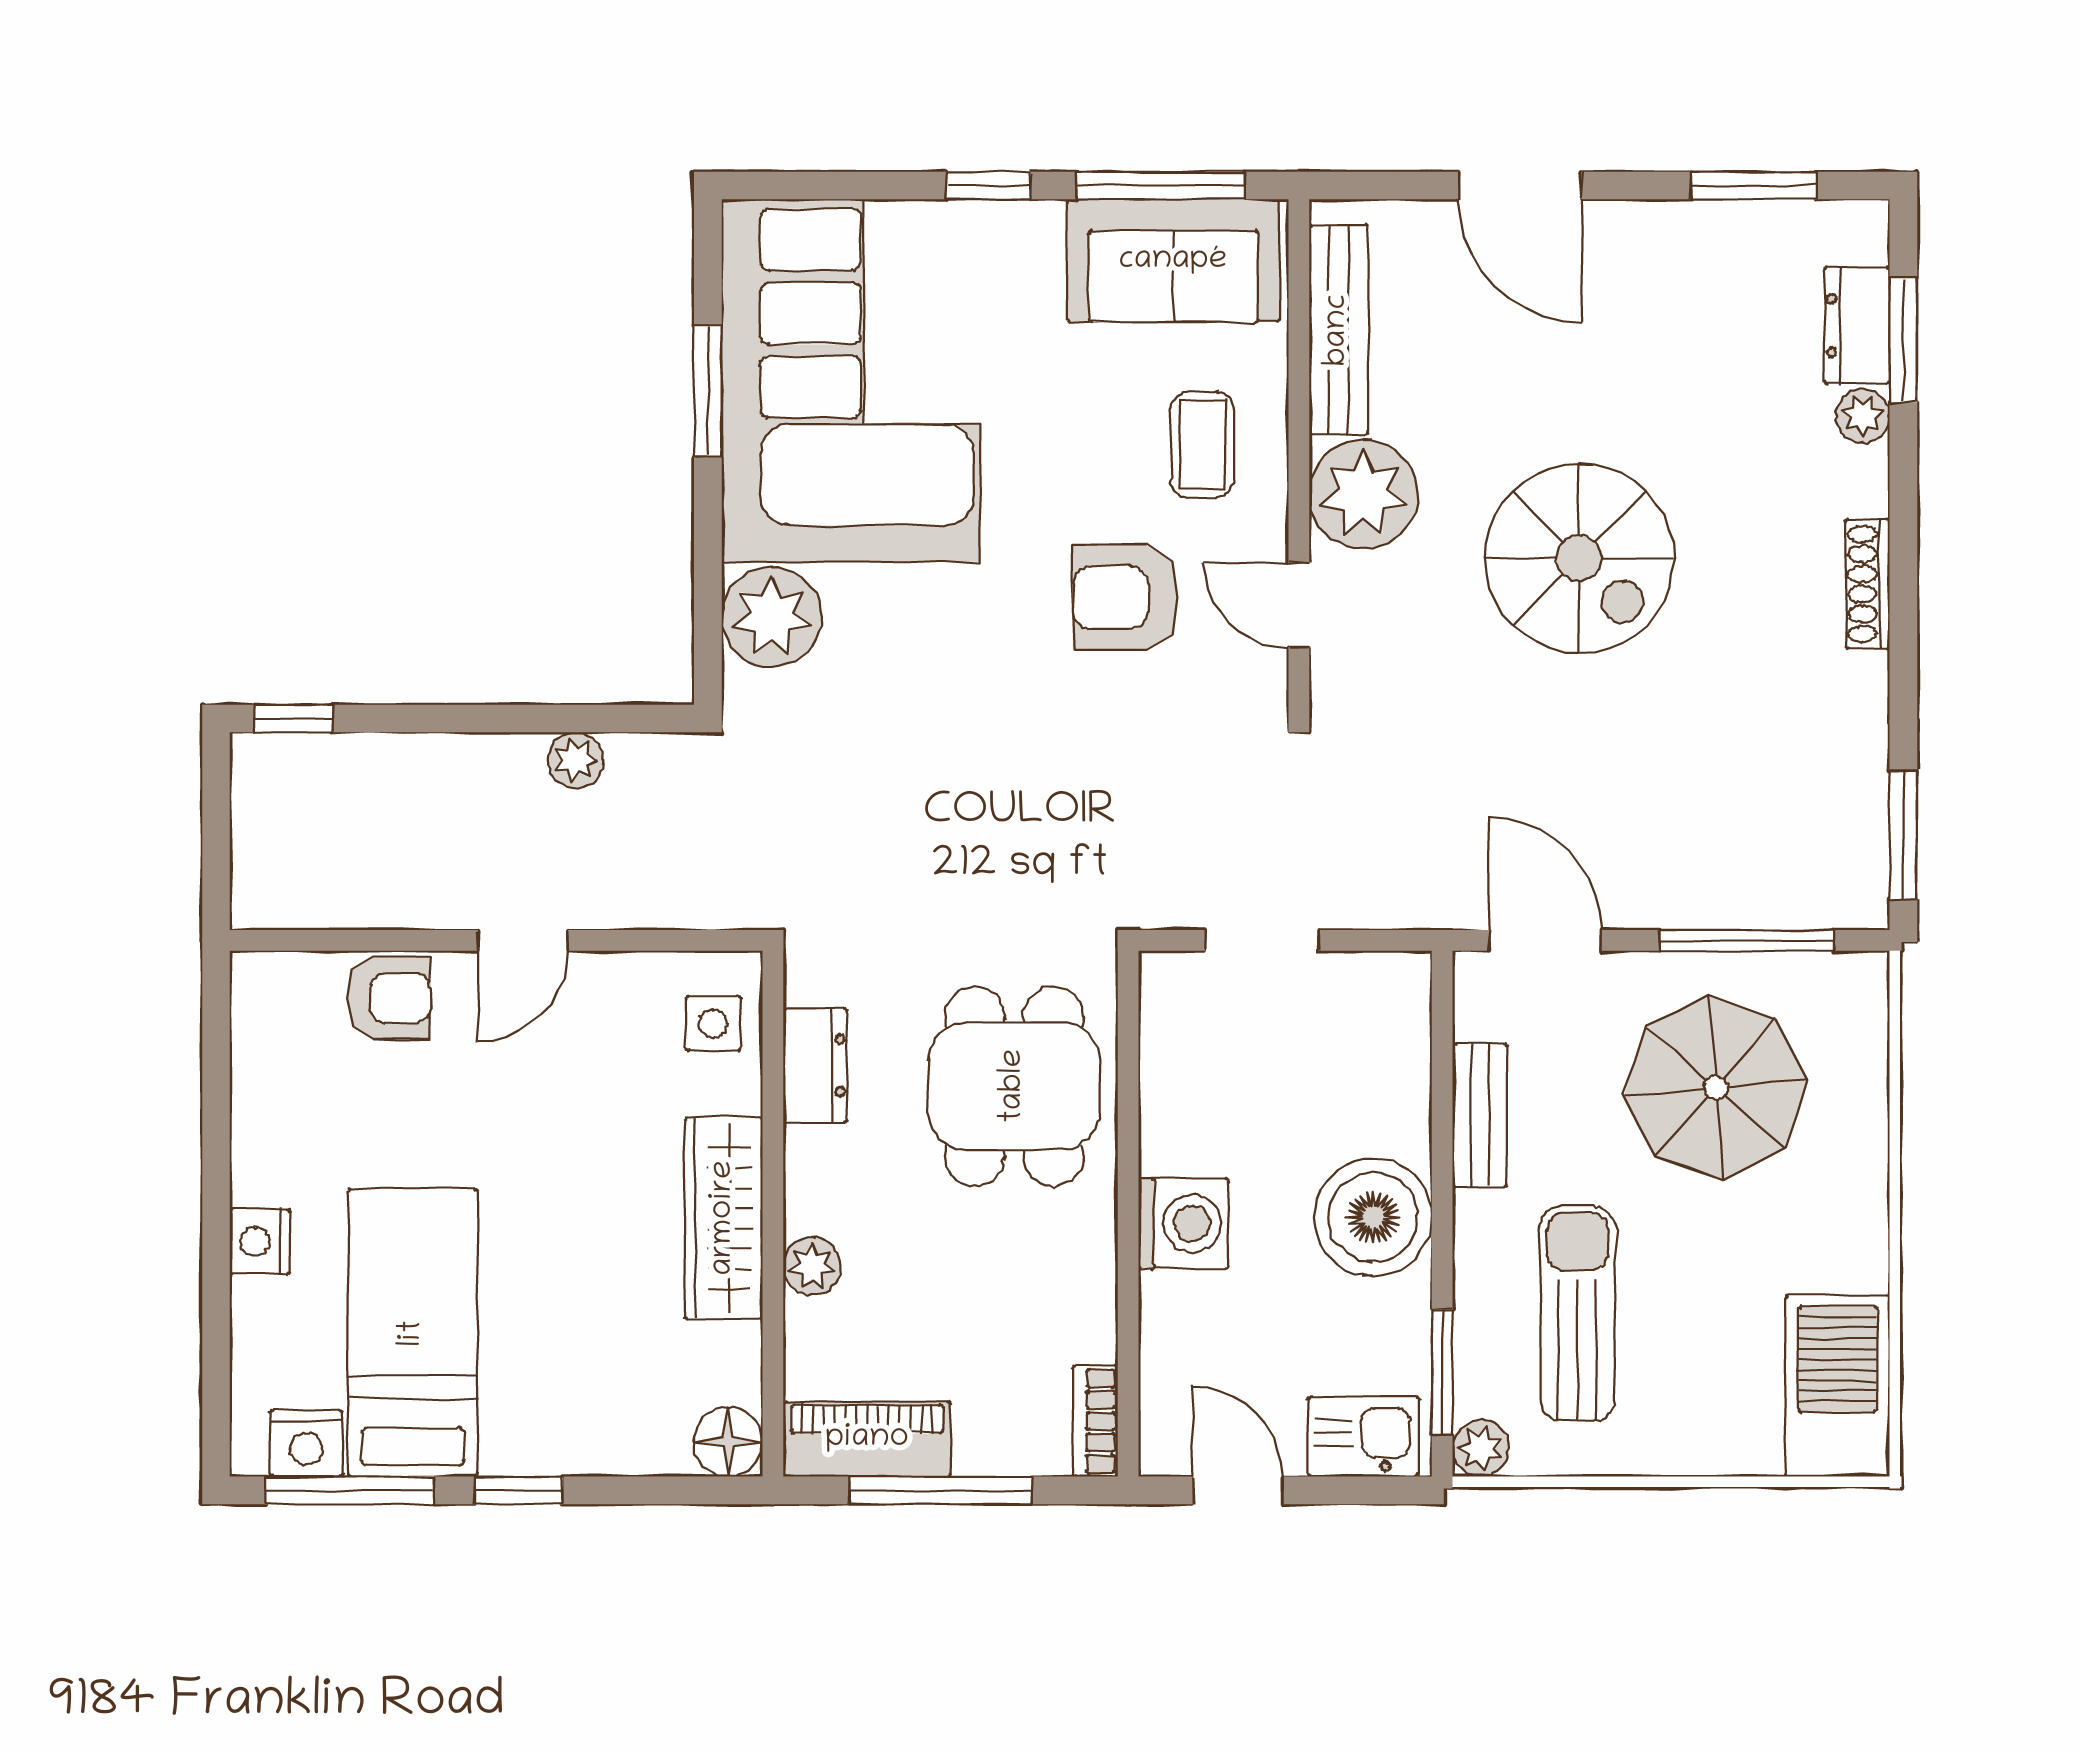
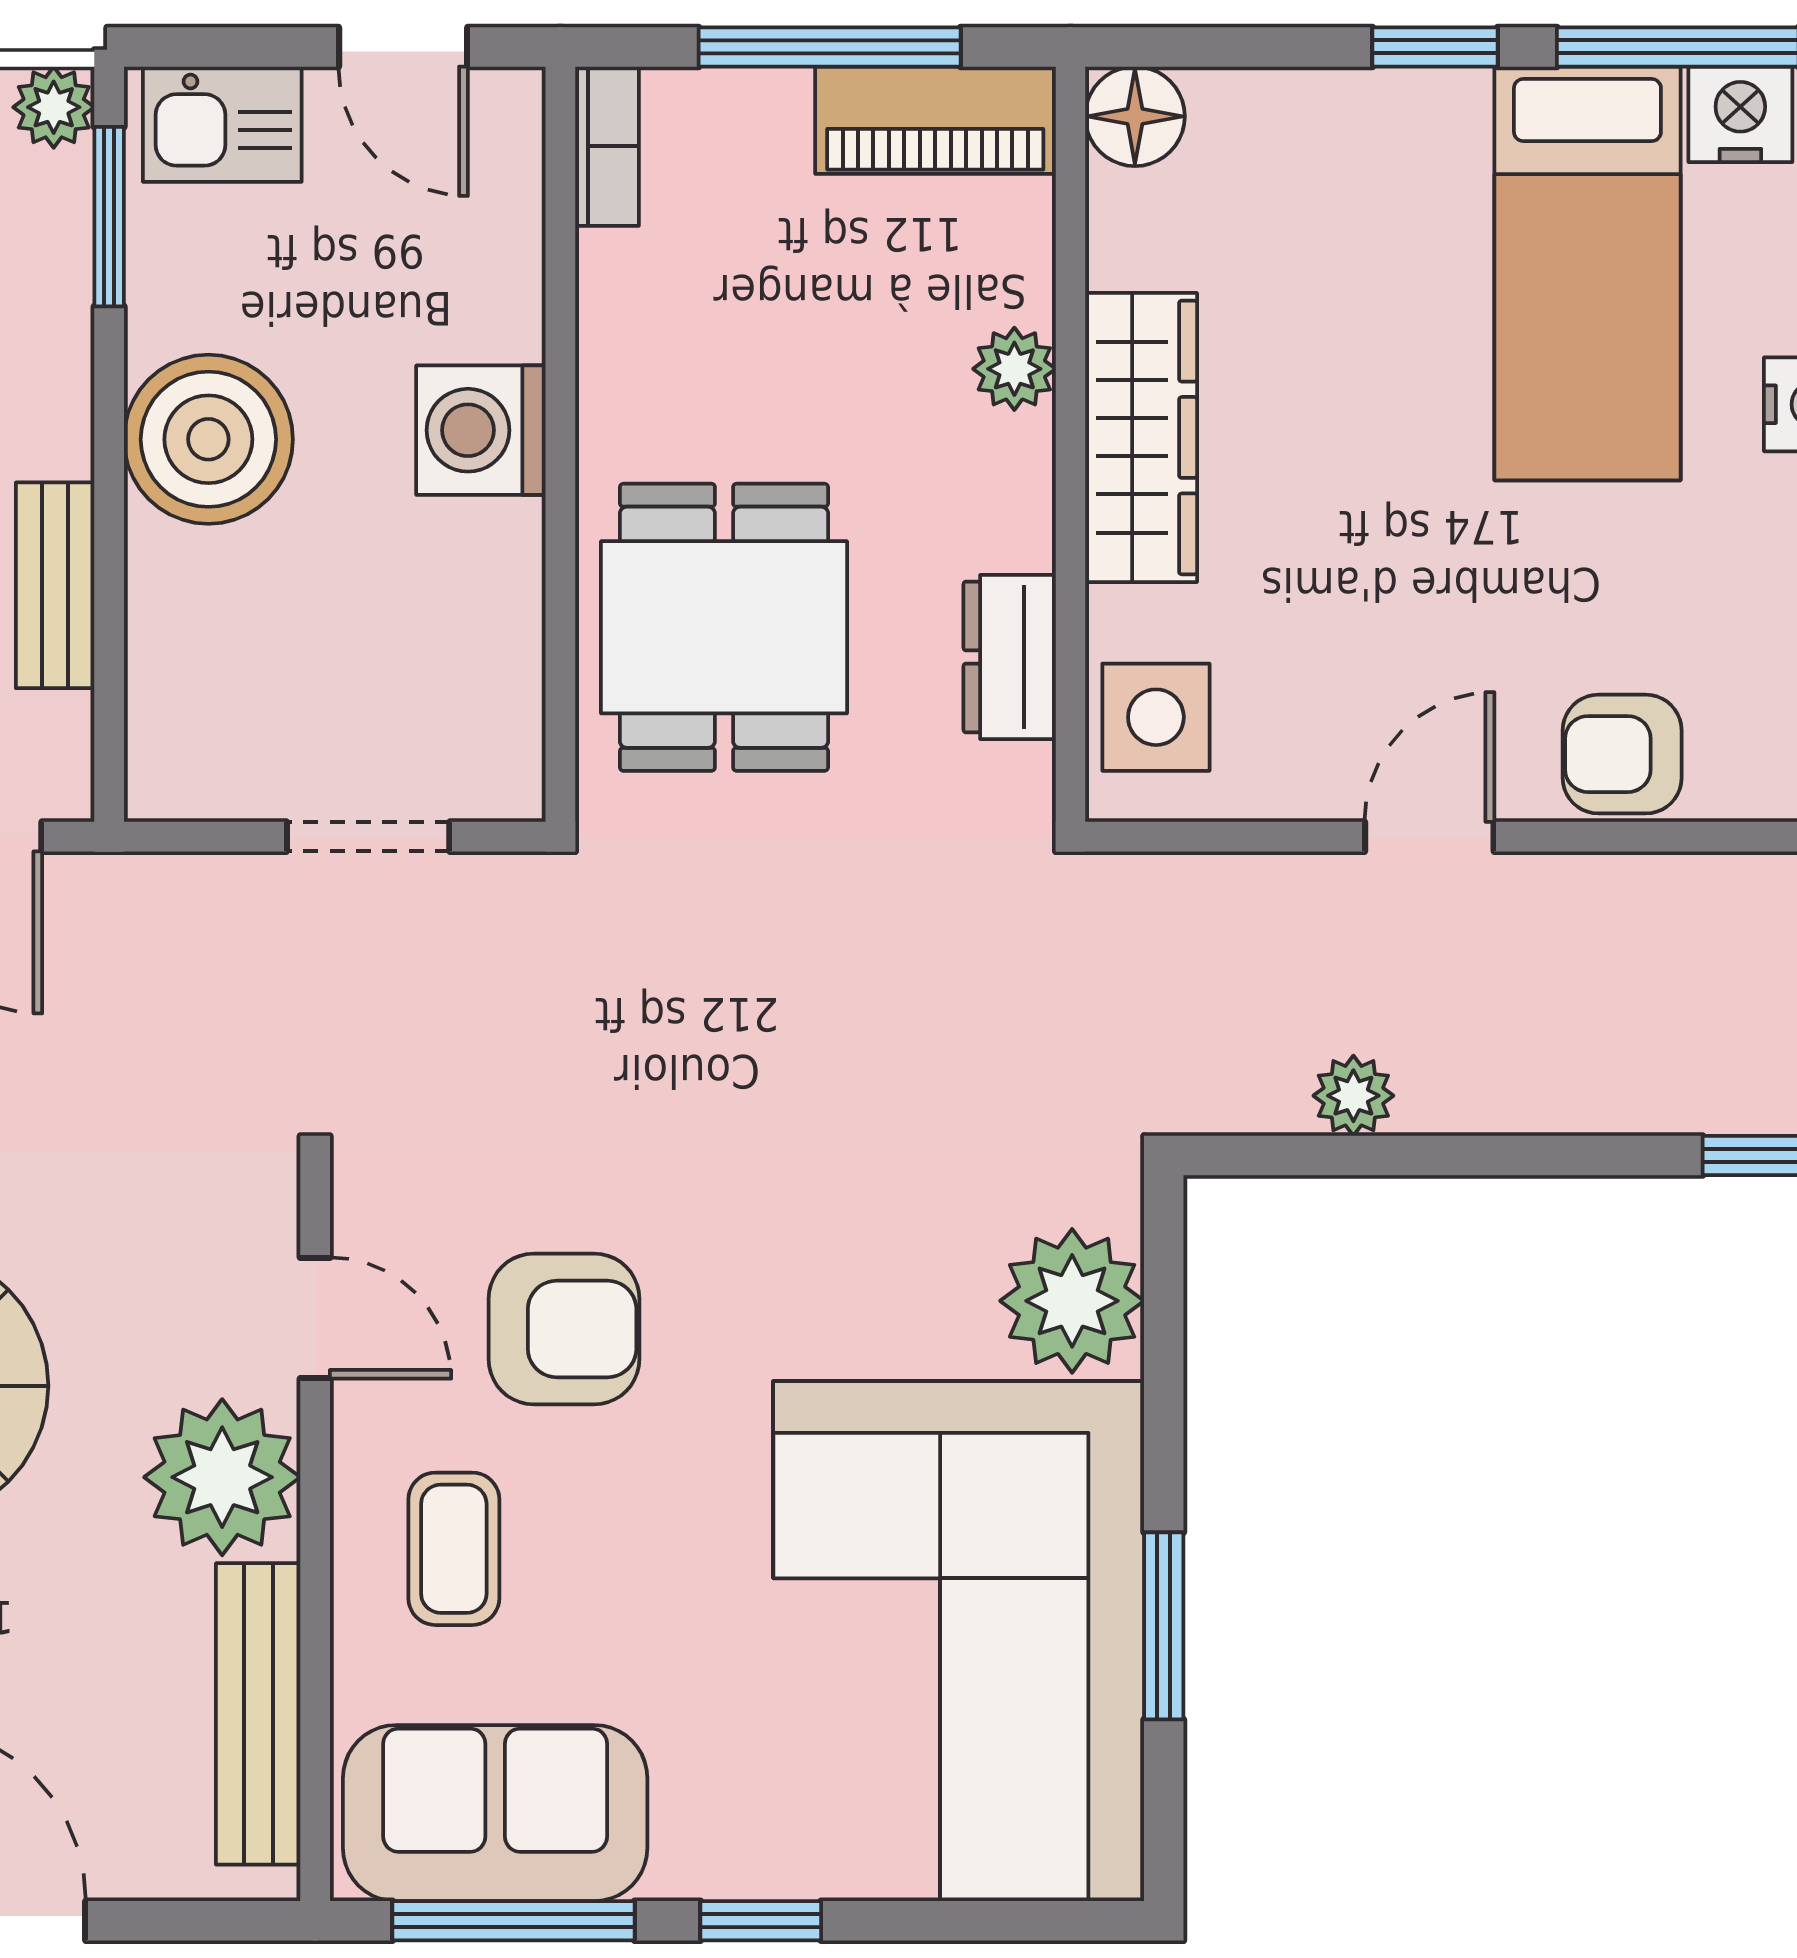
side table: (713, 1024) -> (1156, 717), width x1.37, depth x1.37

